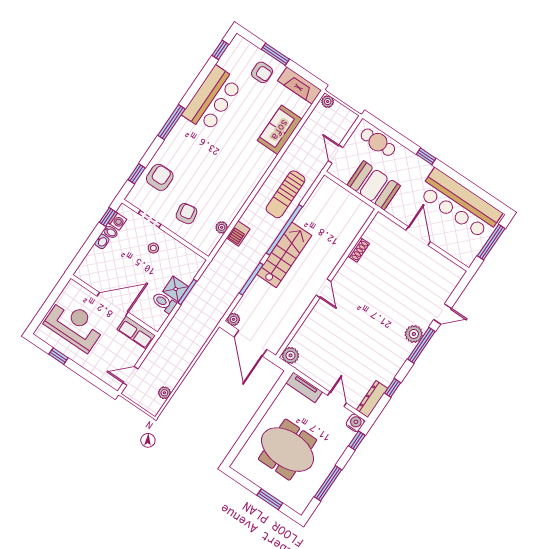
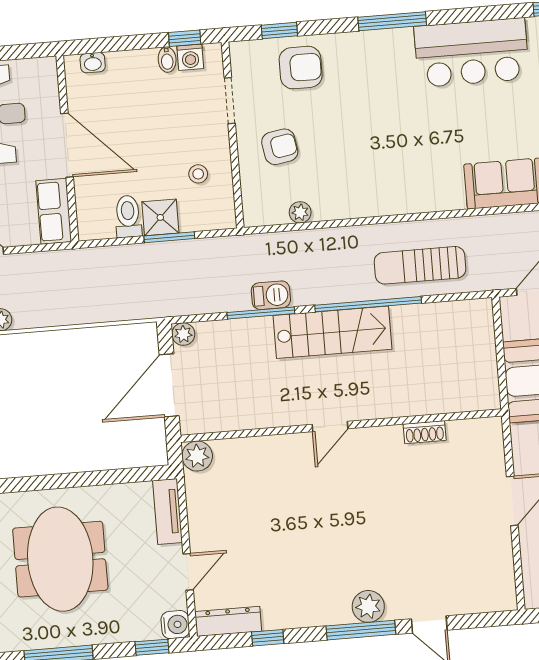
barbecue: (238, 233) -> (271, 295), moved, turned 180
washbasin: (102, 241) -> (93, 63), moved
stool: (153, 248) -> (198, 174), moved

